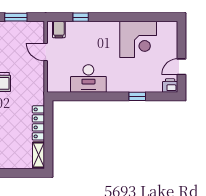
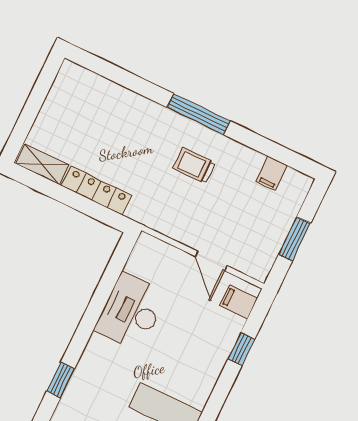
door: (46, 52) -> (211, 261), swing flipped

